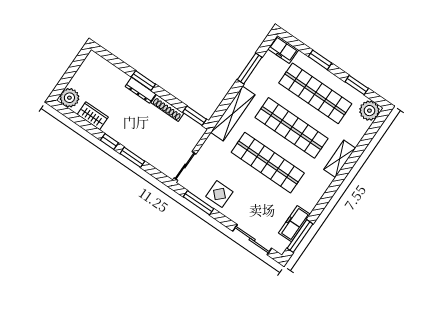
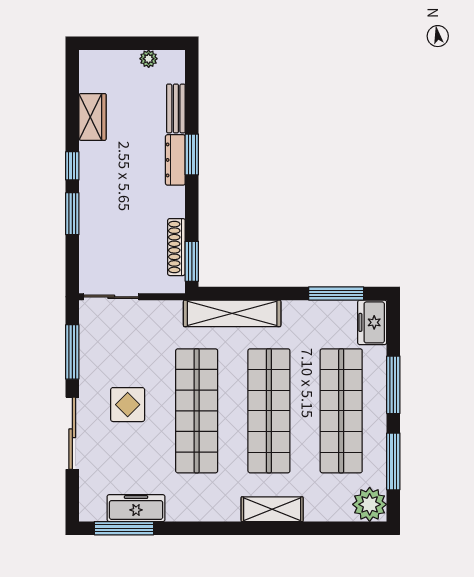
window: (320, 60) -> (393, 385), width x1.44
window: (250, 68) -> (336, 293), moved
bench: (116, 73) -> (176, 108), added
window: (357, 85) -> (393, 461), width x1.44
plant: (69, 98) -> (149, 59), moved, width x0.53, depth x0.53
shoe rack: (167, 108) -> (176, 247), moved
display table: (219, 194) -> (128, 405), moved
sliding door: (252, 240) -> (72, 433), moved

